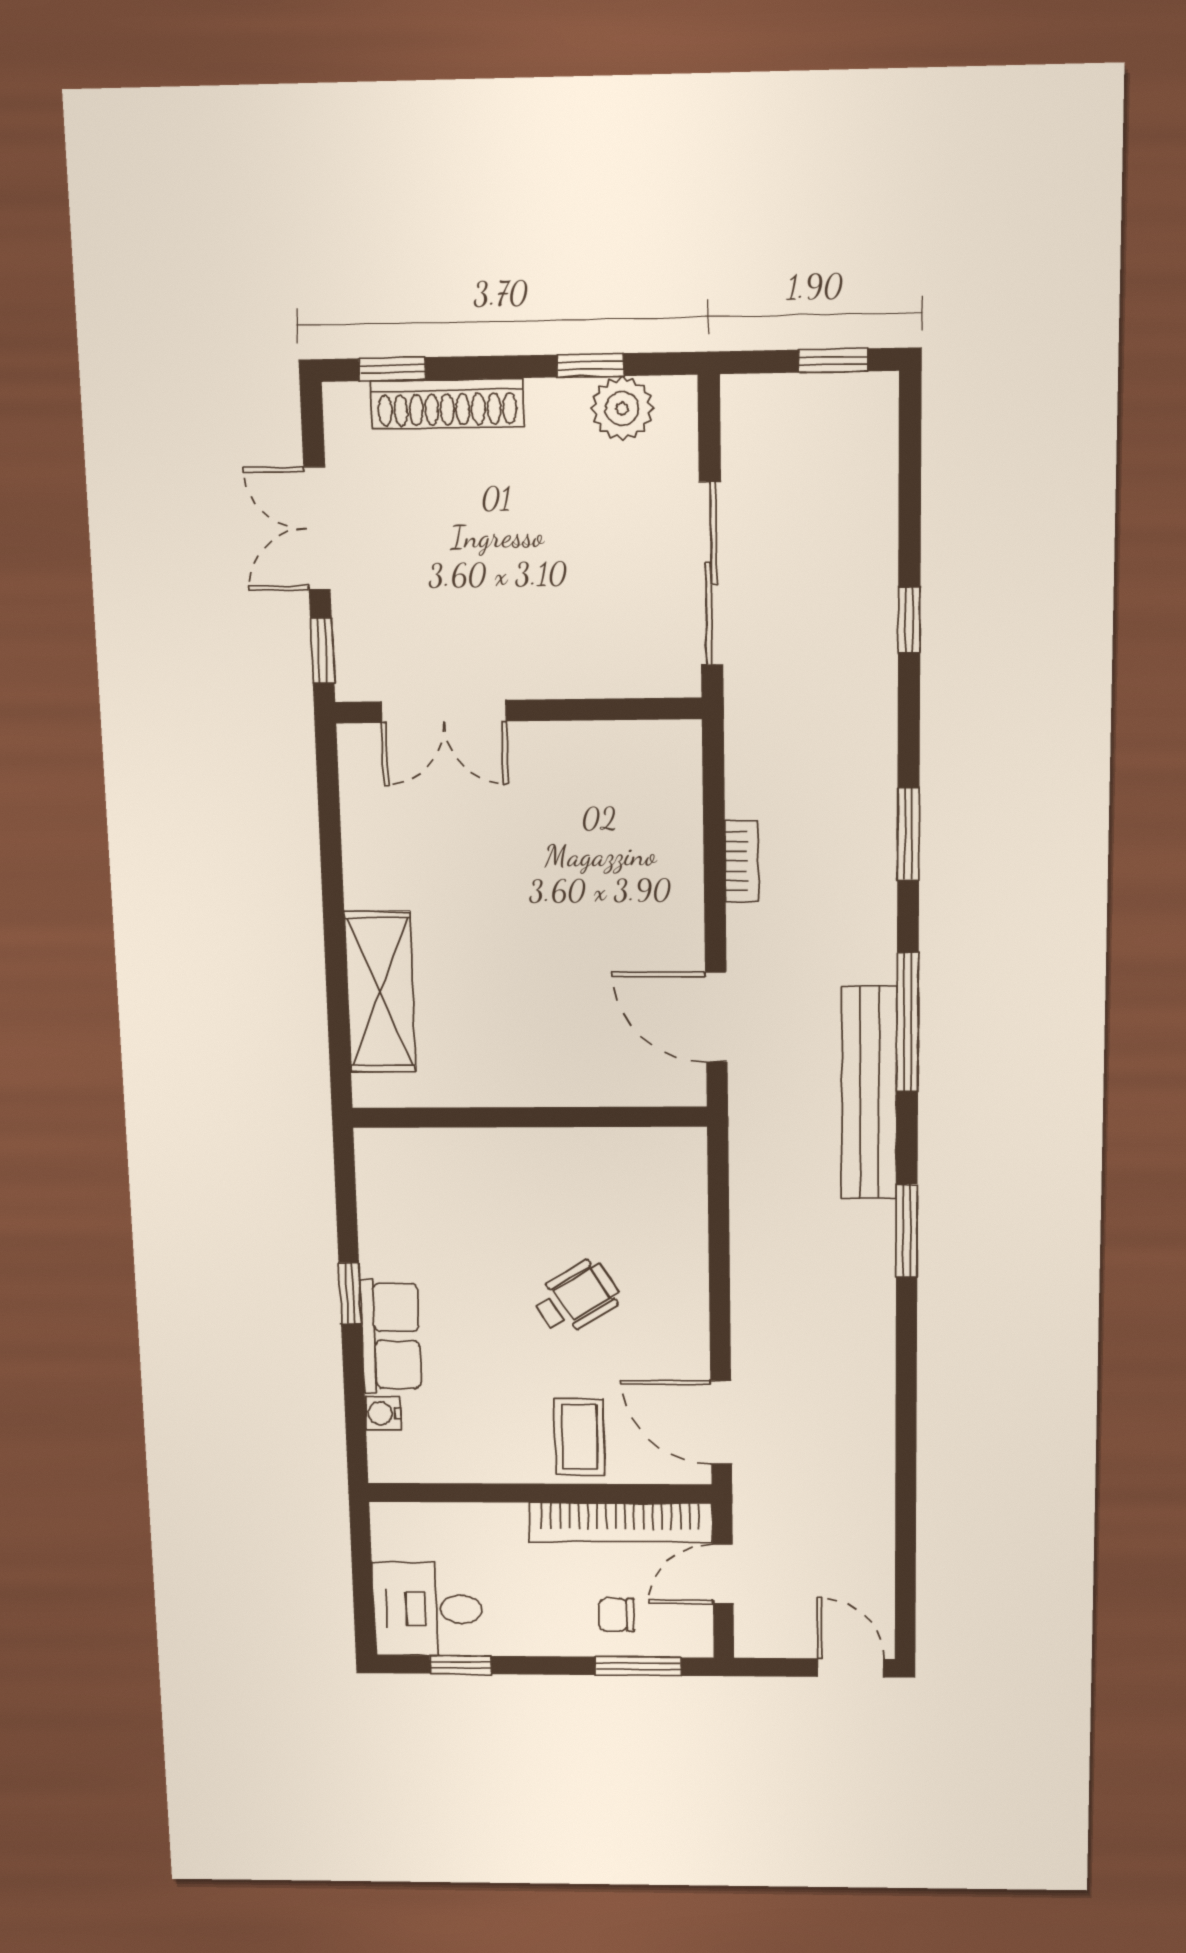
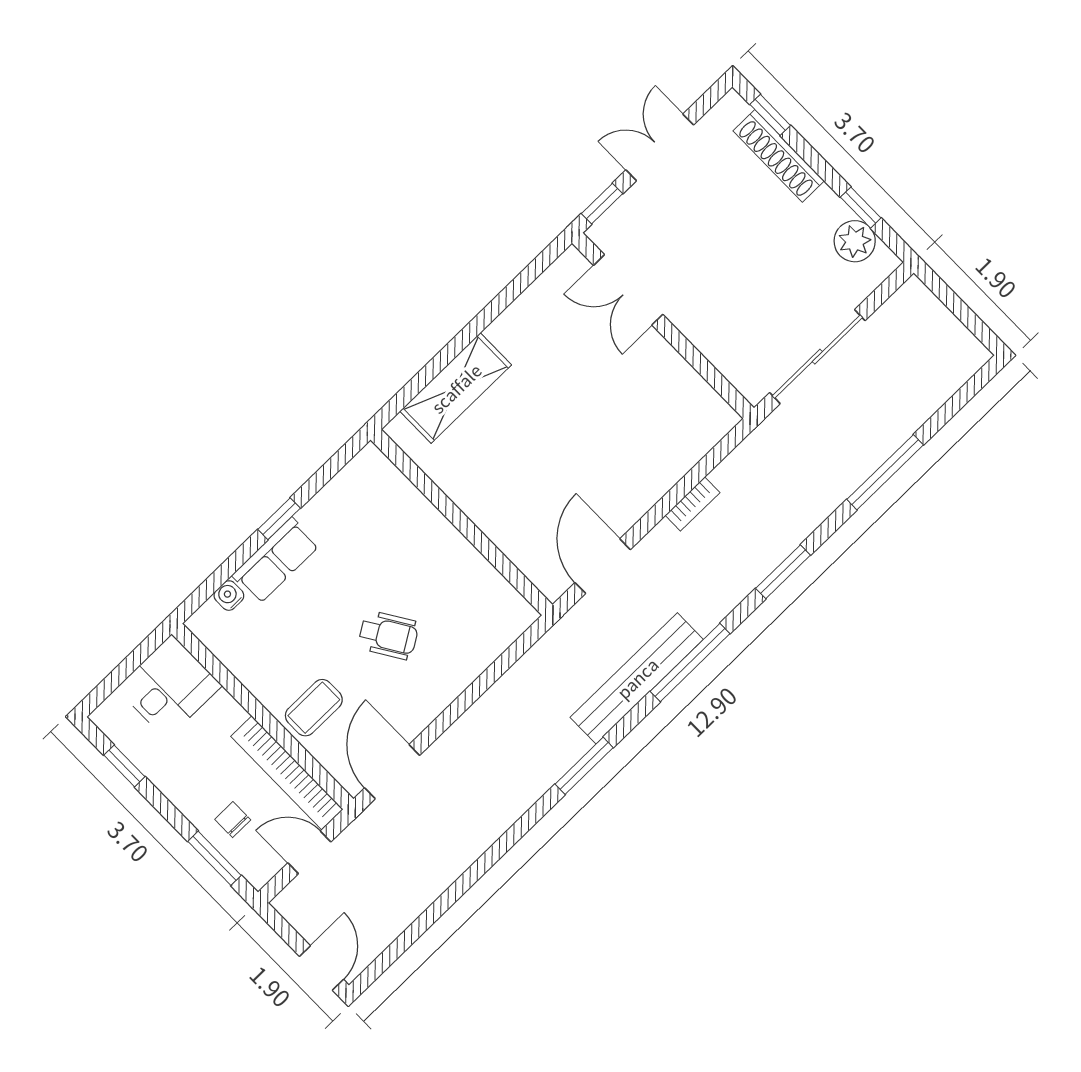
window: (833, 361) -> (970, 320), removed
window: (909, 620) -> (885, 472), width x2.17
desk: (428, 1609) -> (169, 687), moved, turned 90

